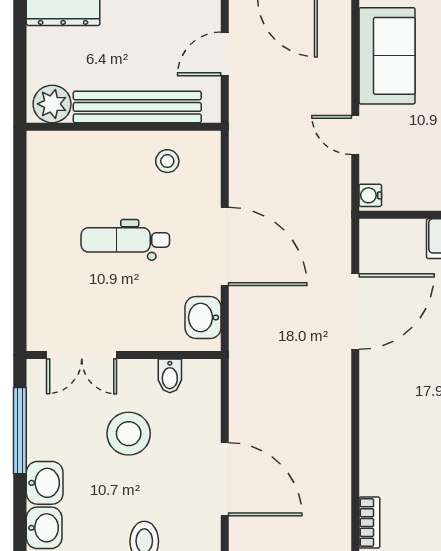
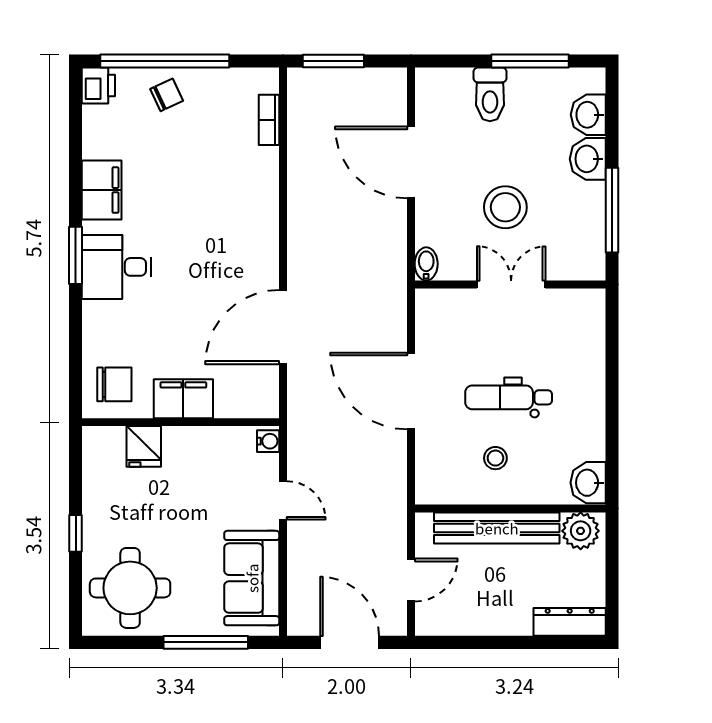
stool: (167, 161) -> (495, 458), moved
dental chair: (125, 240) -> (509, 397), turned 180
washbasin: (203, 318) -> (588, 483), moved, turned 180
double door: (82, 355) -> (511, 284), moved
bidet: (170, 376) -> (426, 264), moved

